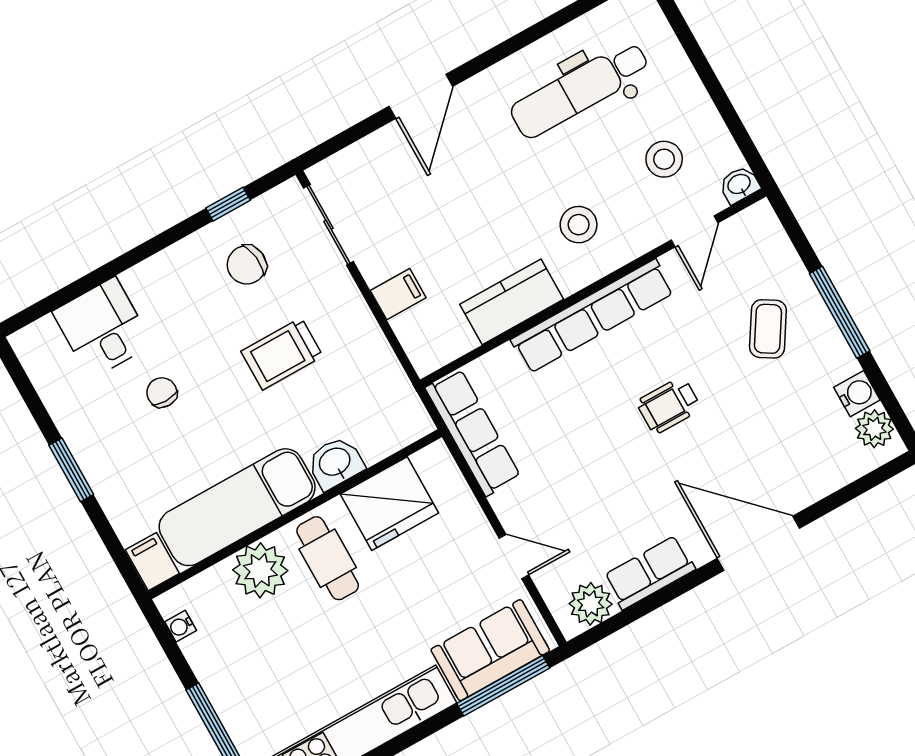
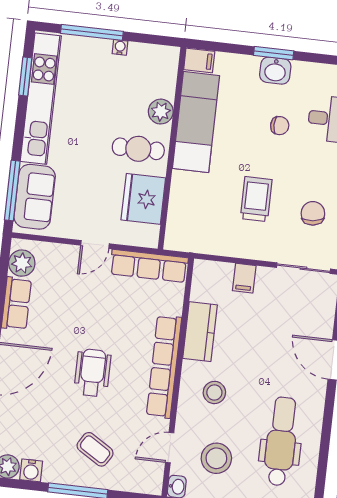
stool: (664, 159) -> (216, 458), width x1.38, depth x1.38
door: (695, 231) -> (170, 448), hinge flipped
wheelchair: (669, 405) -> (92, 373), width x1.36, depth x1.37
washbasin: (335, 463) -> (275, 71), moved, turned 90
door: (514, 557) -> (95, 244), moved
plant: (260, 570) -> (161, 112), width x0.73, depth x0.73
water cooler: (181, 626) -> (120, 47), moved

